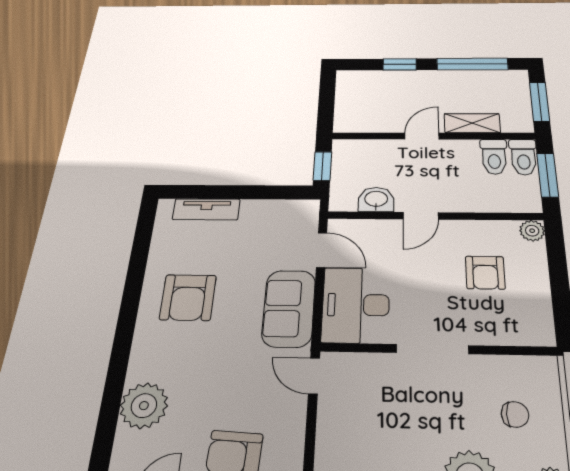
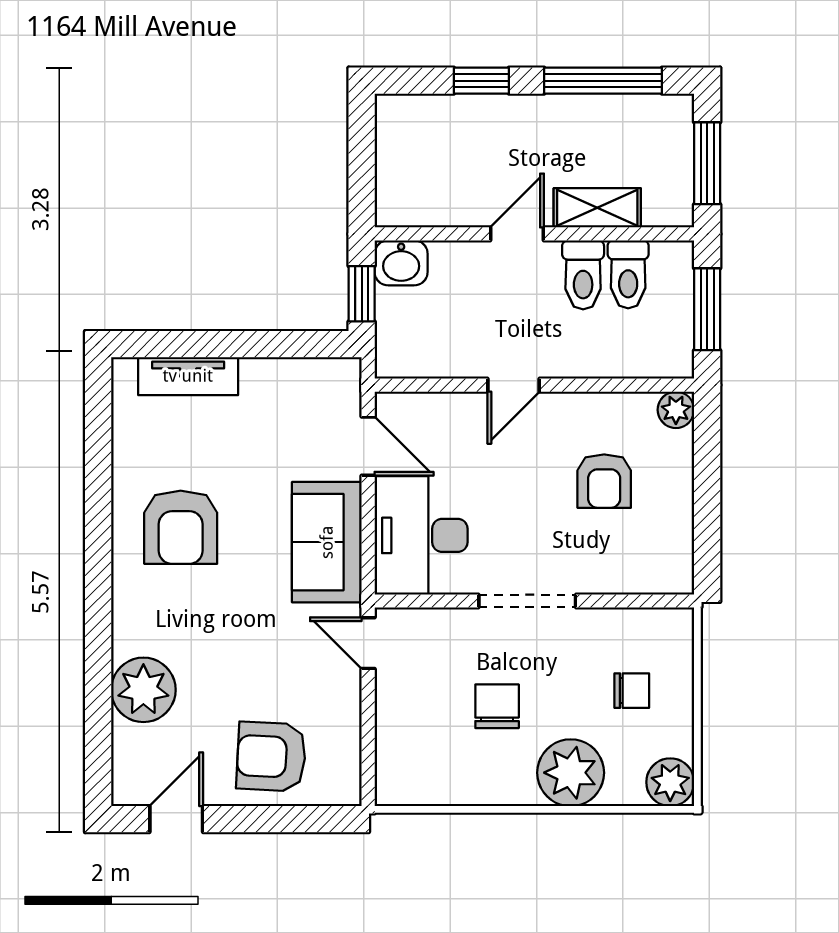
toilet: (523, 157) -> (583, 275), moved
washbasin: (376, 199) -> (401, 263), moved, turned 180
chair: (410, 424) -> (497, 706), added

